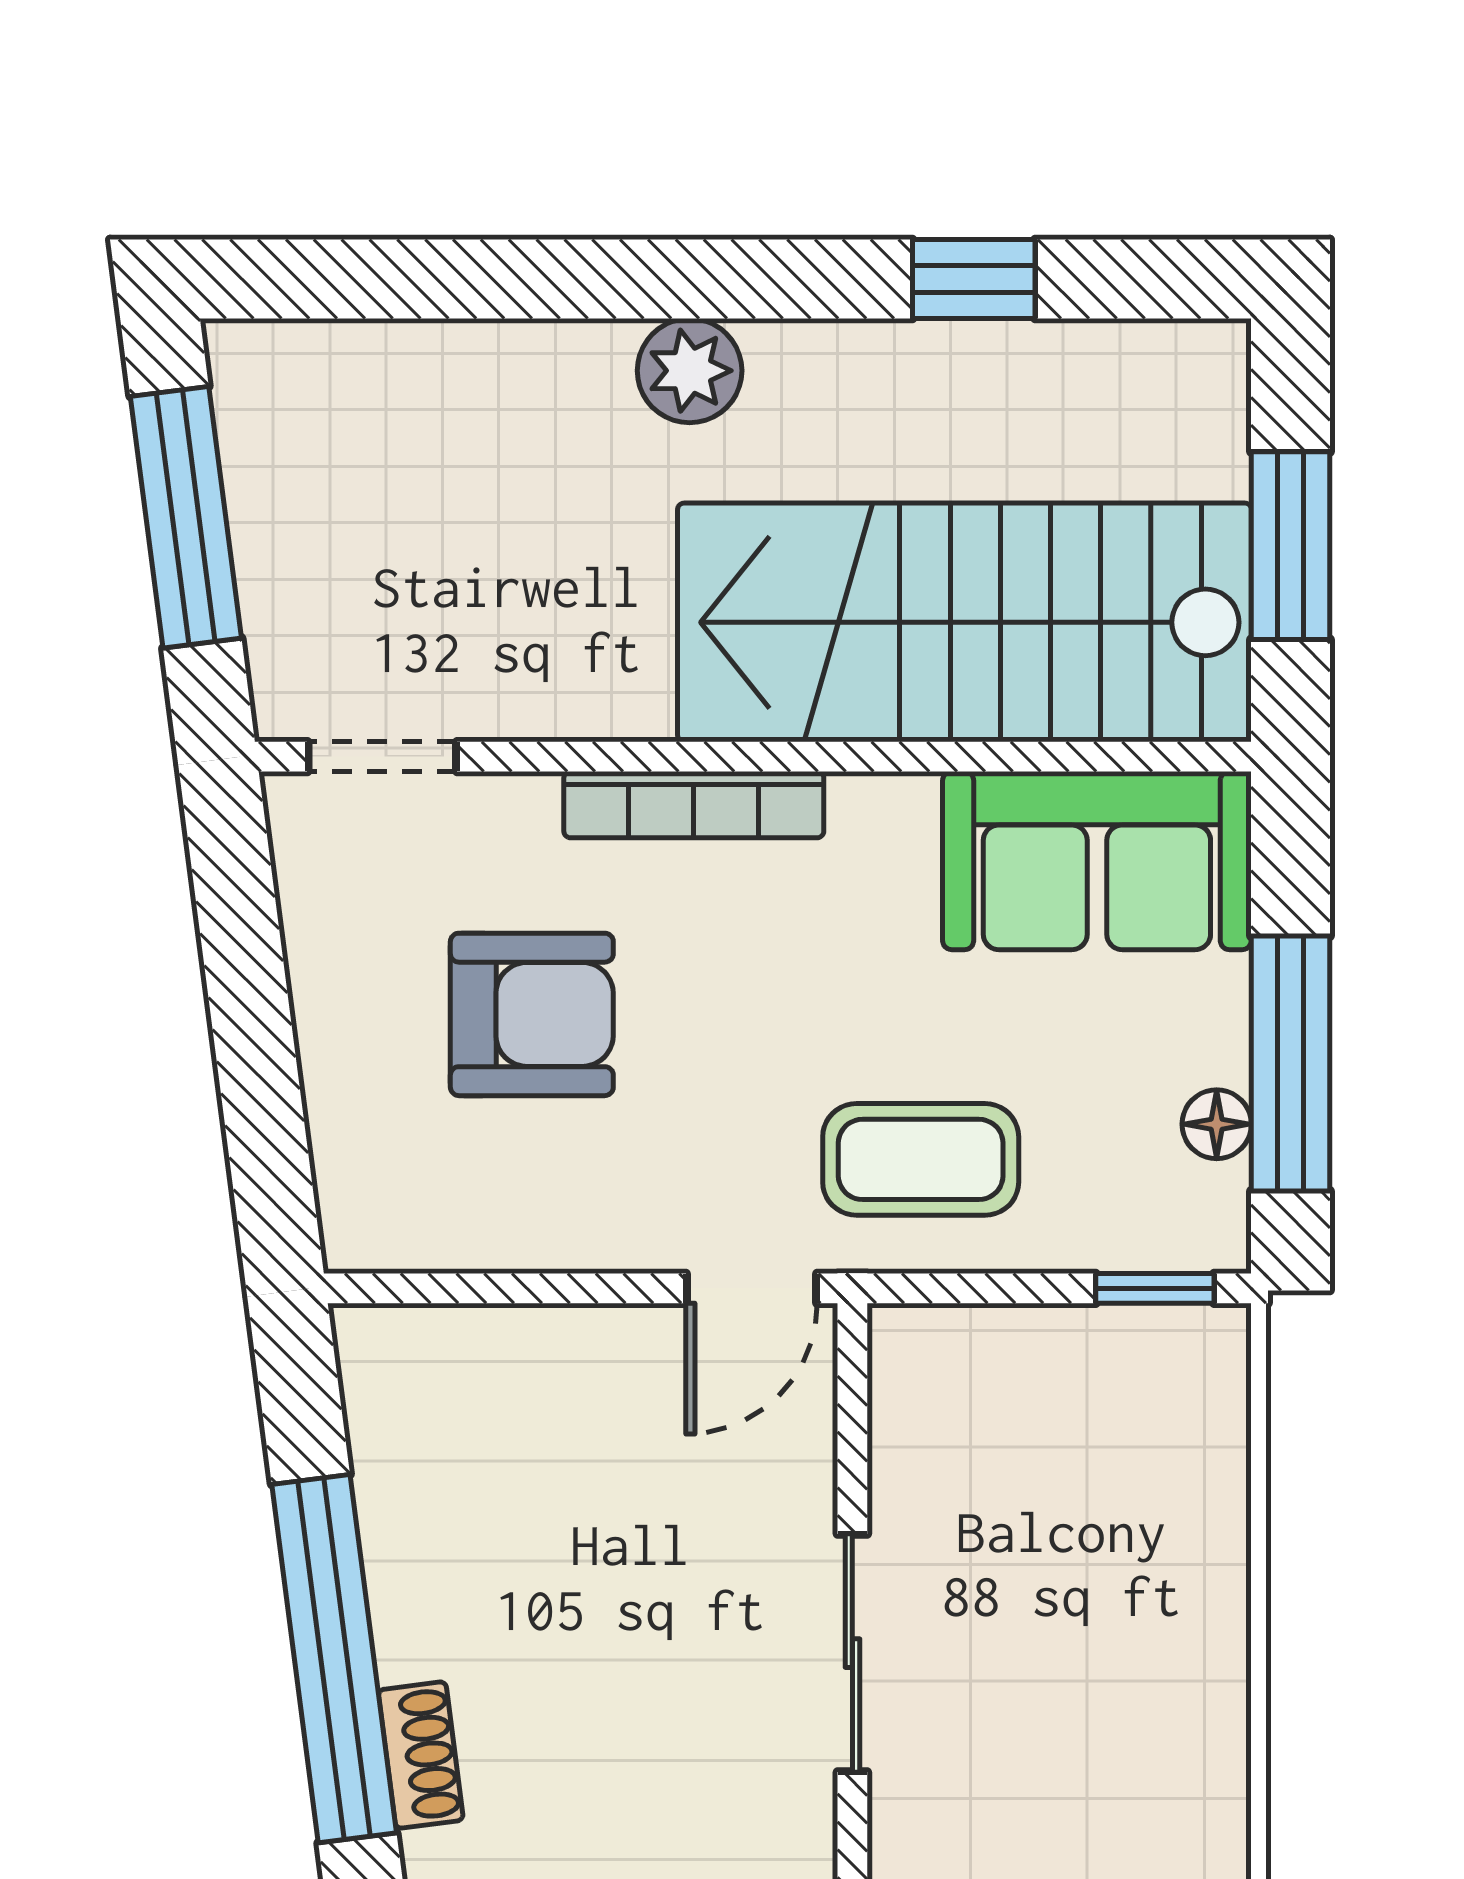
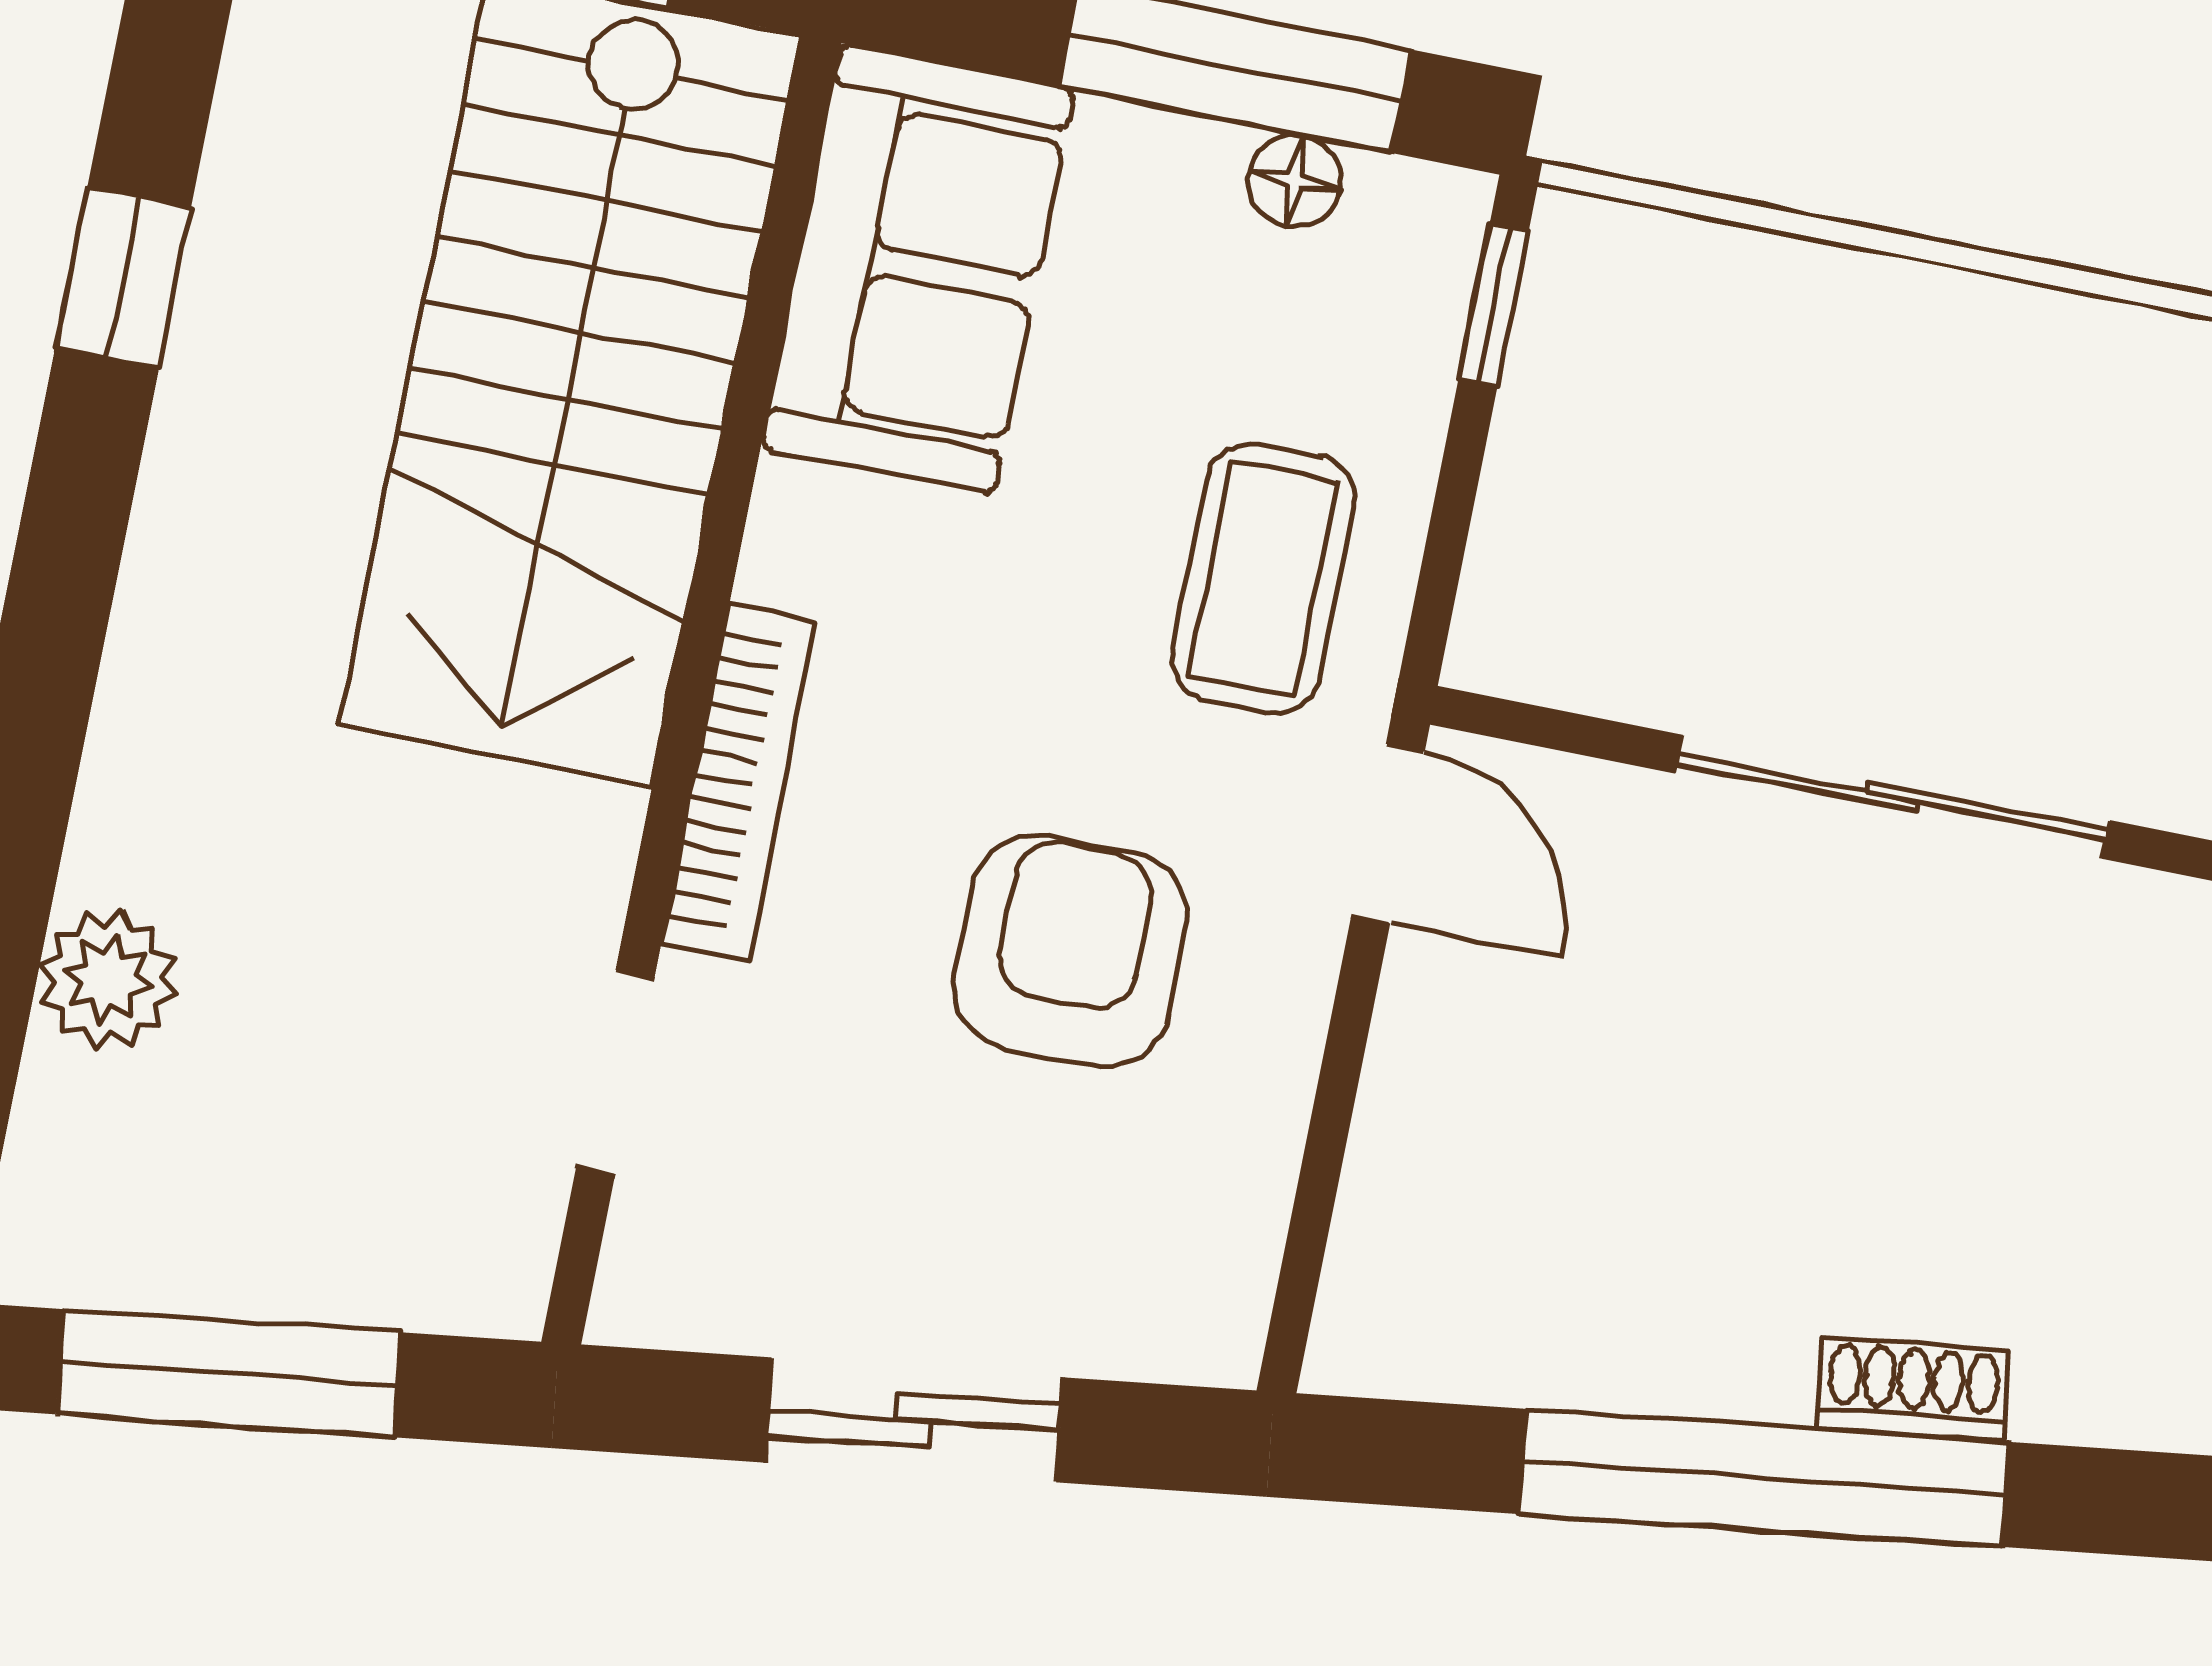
plant: (690, 371) -> (108, 979), moved
doorway: (382, 757) -> (615, 1072), moved
armchair: (532, 1014) -> (1070, 951), moved
sliding door: (252, 1027) -> (914, 1420), added
sliding door: (852, 1653) -> (1893, 797), width x1.37

